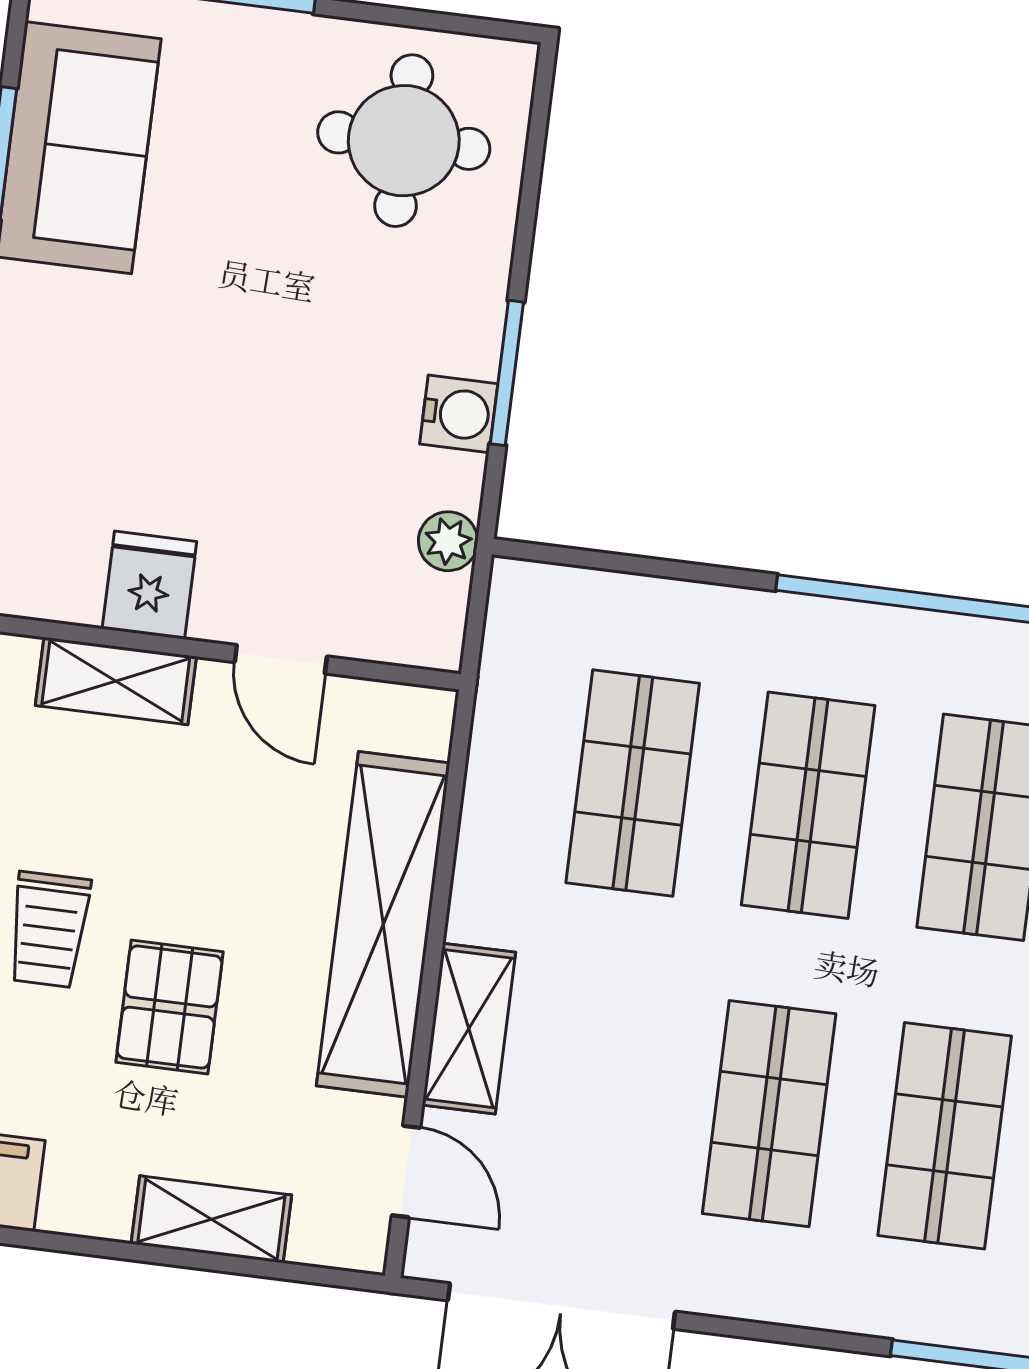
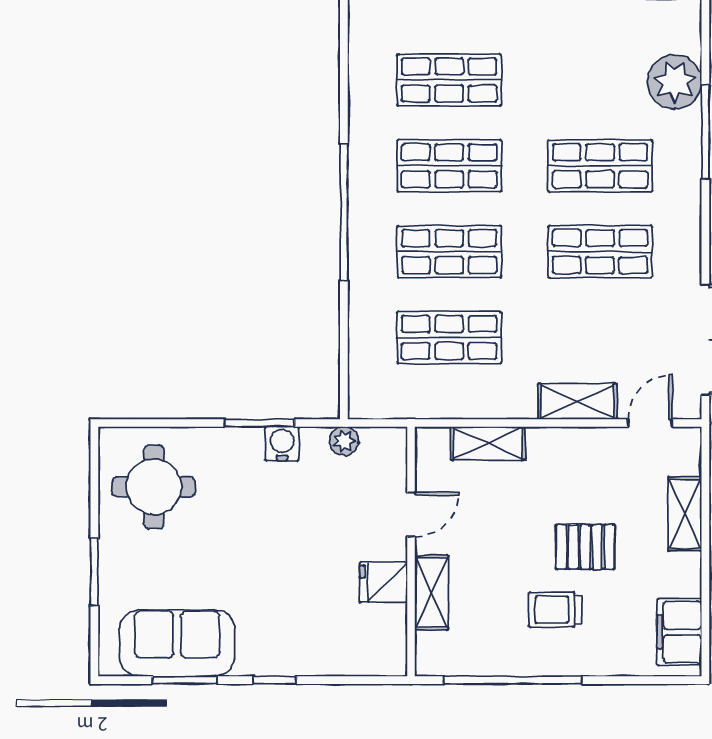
shelving: (383, 924) -> (488, 443), width x0.45, depth x0.75
trolley: (49, 930) -> (555, 610), turned 180

